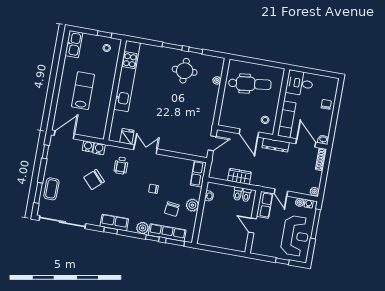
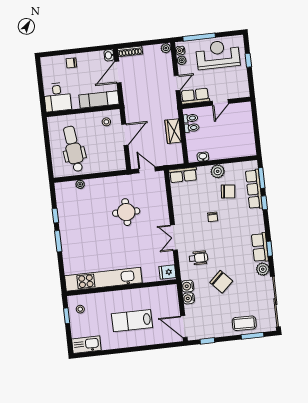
round table: (185, 71) -> (126, 212), moved
fridge: (127, 136) -> (167, 272), moved
dresser: (276, 145) -> (129, 103), removed
plant: (143, 228) -> (263, 269), moved

